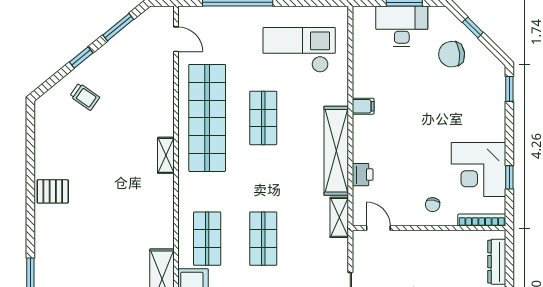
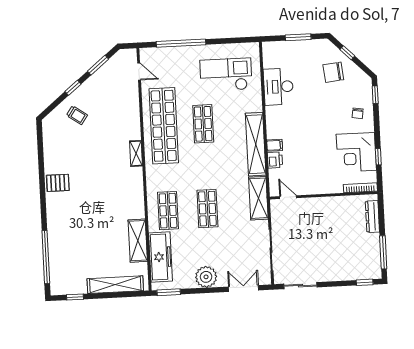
desk: (402, 26) -> (278, 87), moved, turned -90
filing cabinet: (363, 106) -> (275, 145), moved
chair: (433, 205) -> (358, 113), moved
shelving: (339, 217) -> (258, 198), width x1.50, depth x1.33

